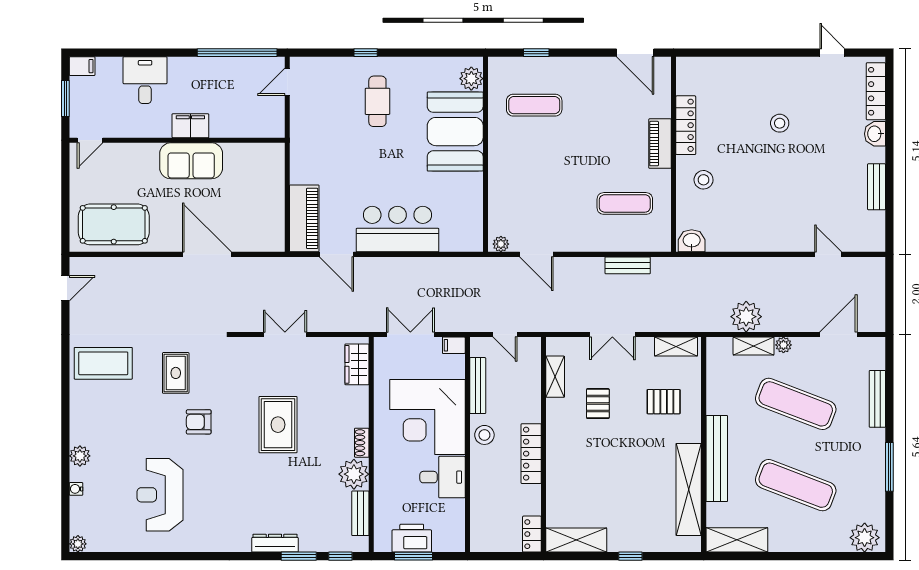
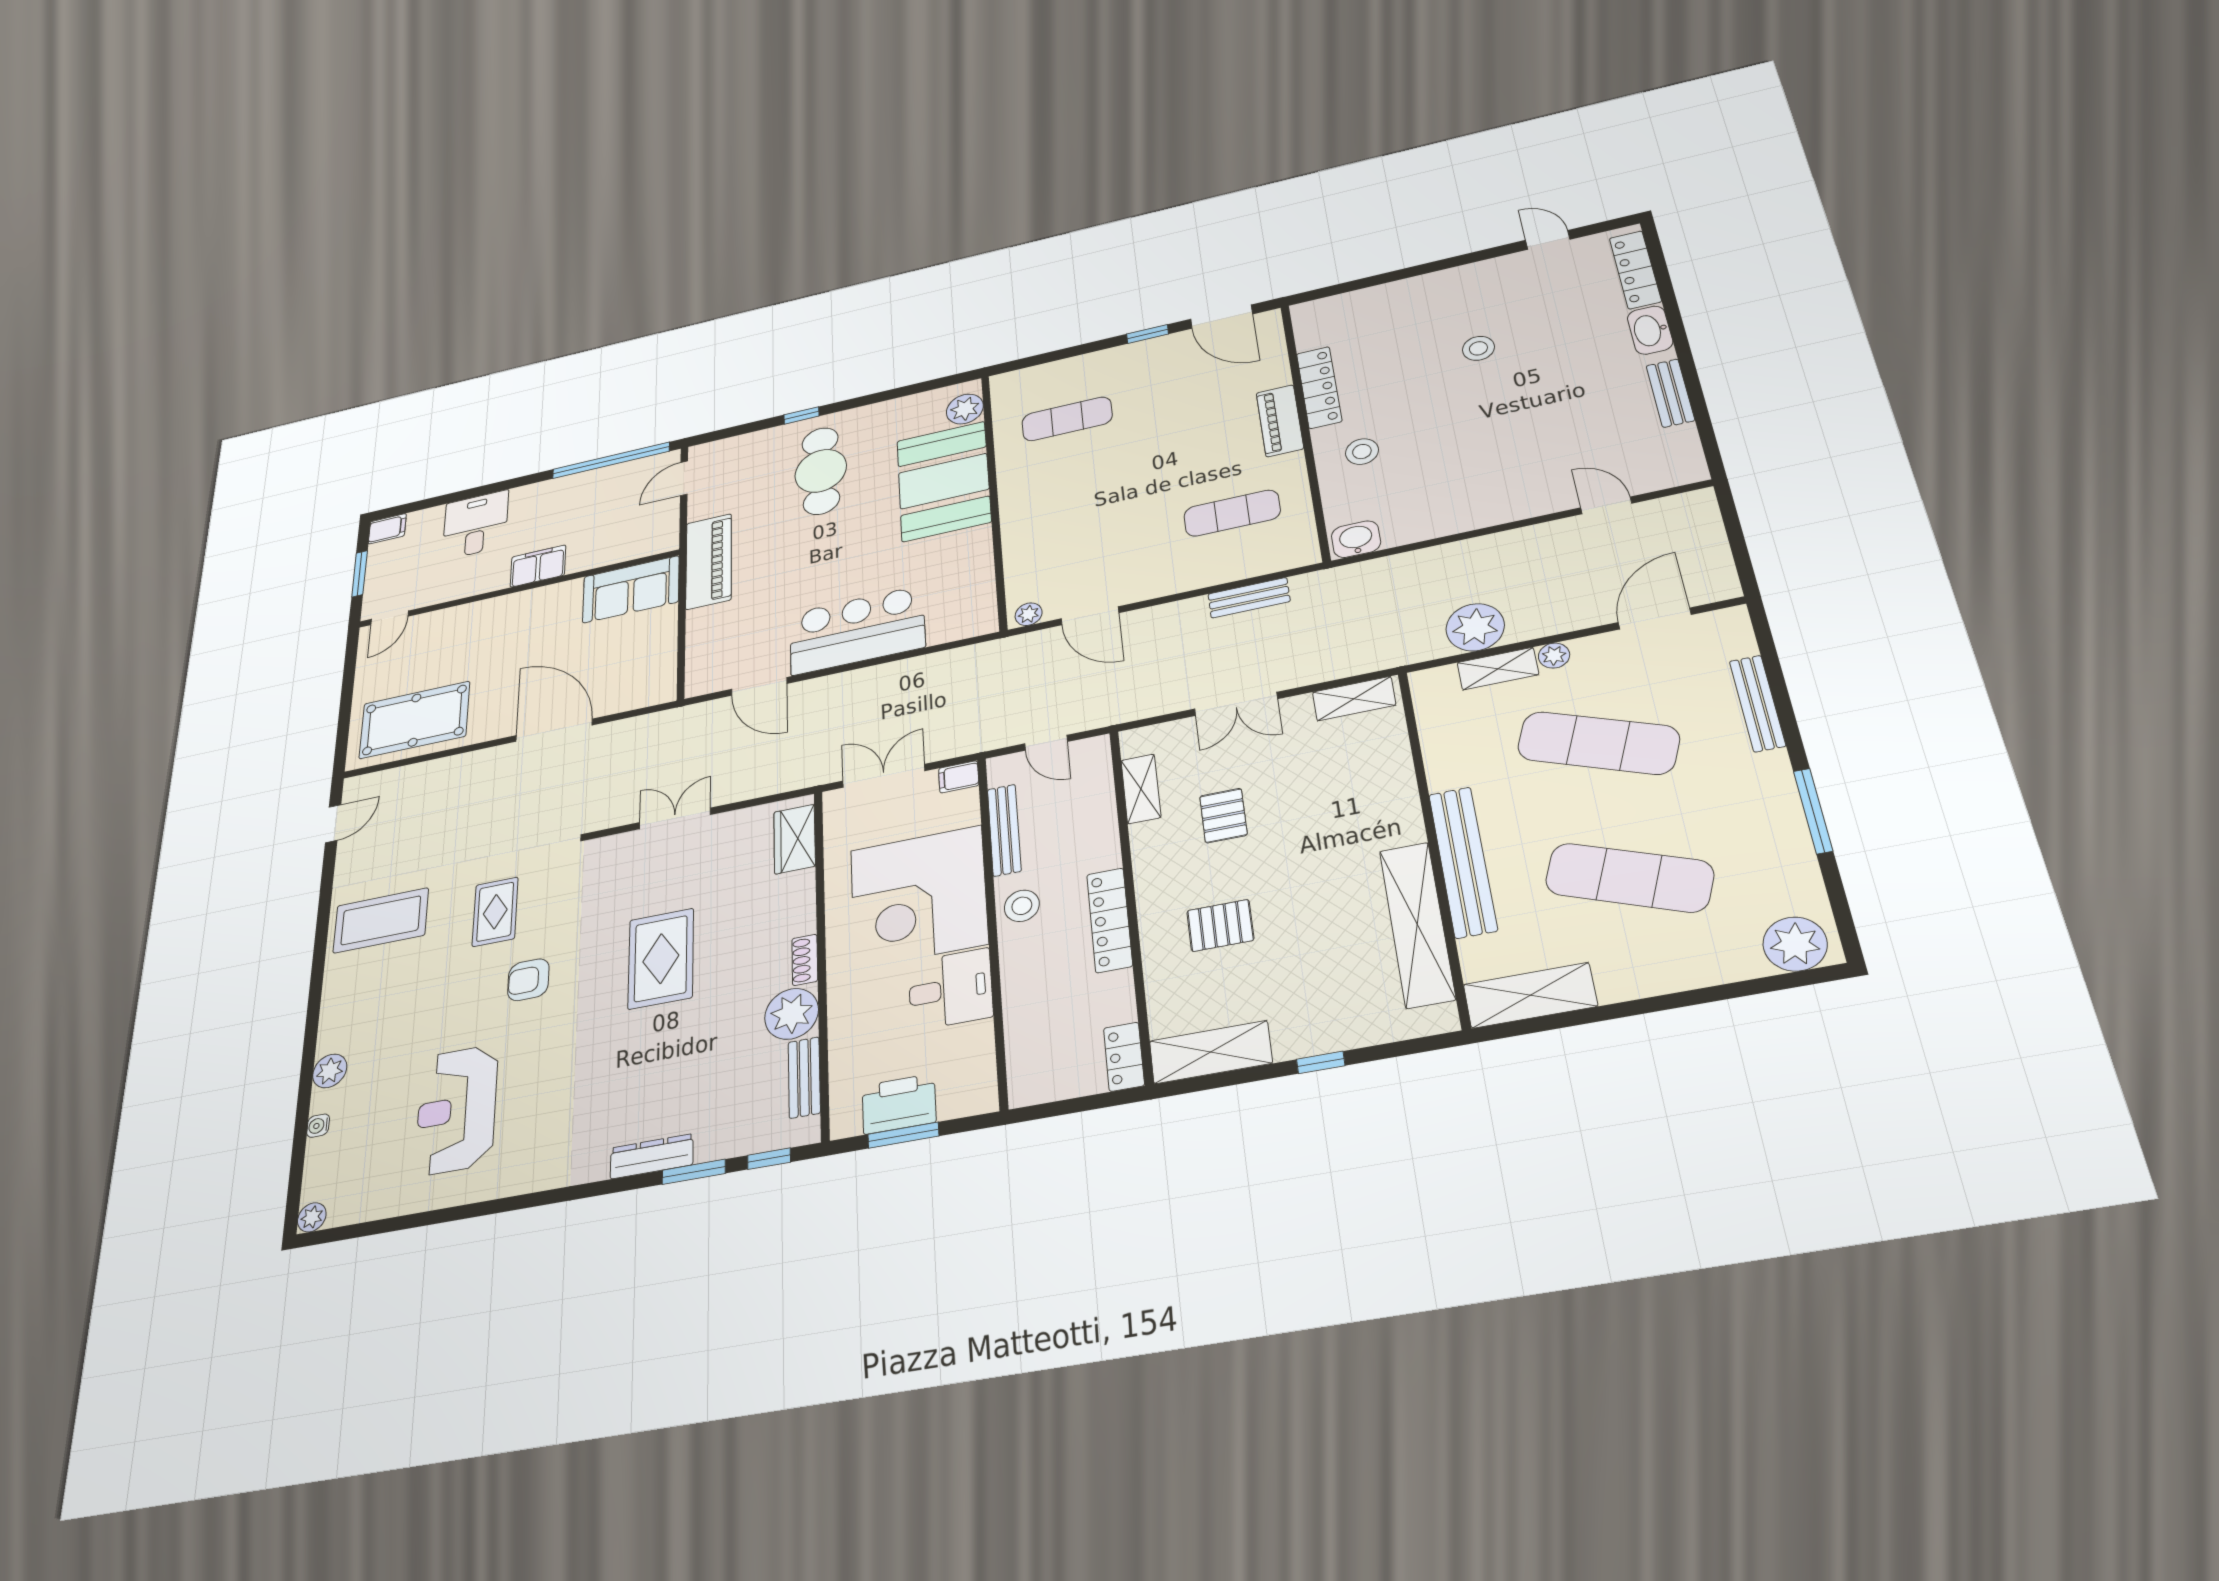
window: (536, 53) -> (1148, 334), moved
cafe table: (377, 101) -> (821, 471), width x1.37, depth x1.35
washbasin: (875, 134) -> (1650, 330), width x1.38
sofa: (191, 161) -> (631, 589), moved
piano: (304, 218) -> (709, 561), moved
pallet: (664, 402) -> (1220, 925), moved

